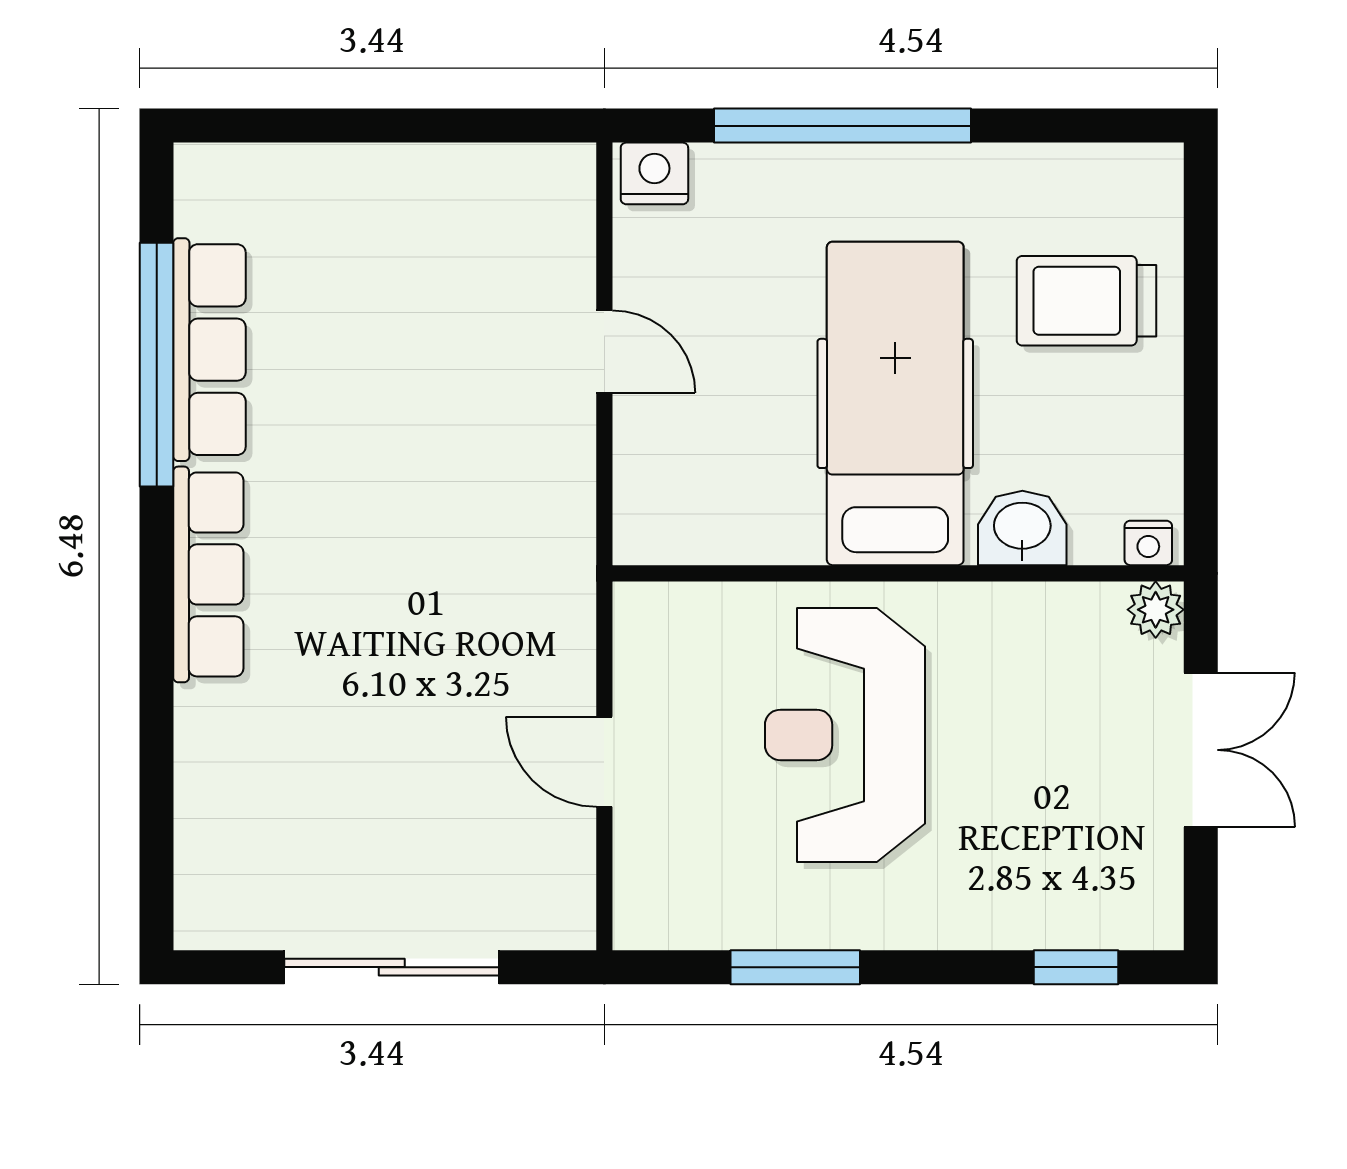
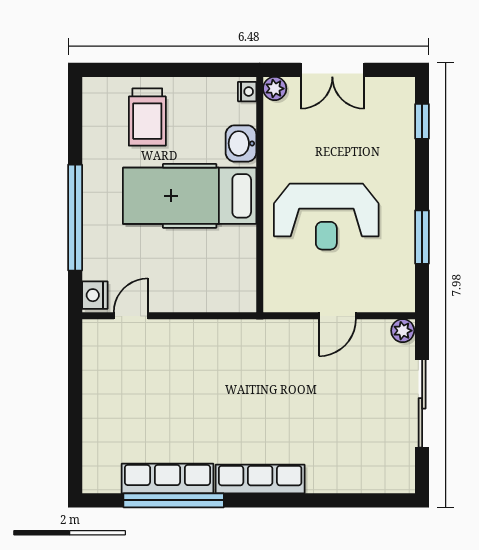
door: (604, 352) -> (131, 316), moved
double door: (1201, 750) -> (332, 70), swing flipped
plant: (568, 920) -> (403, 331), added

